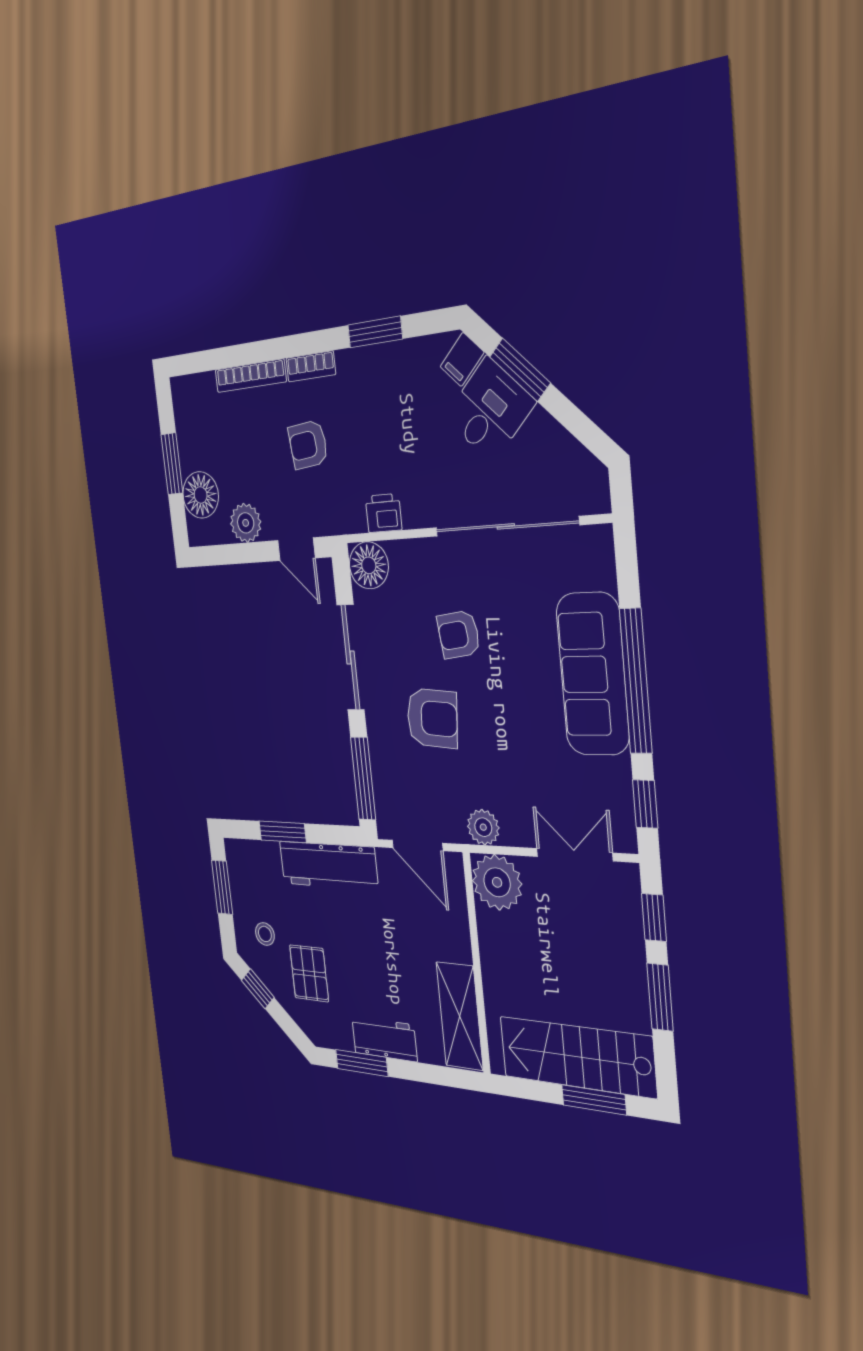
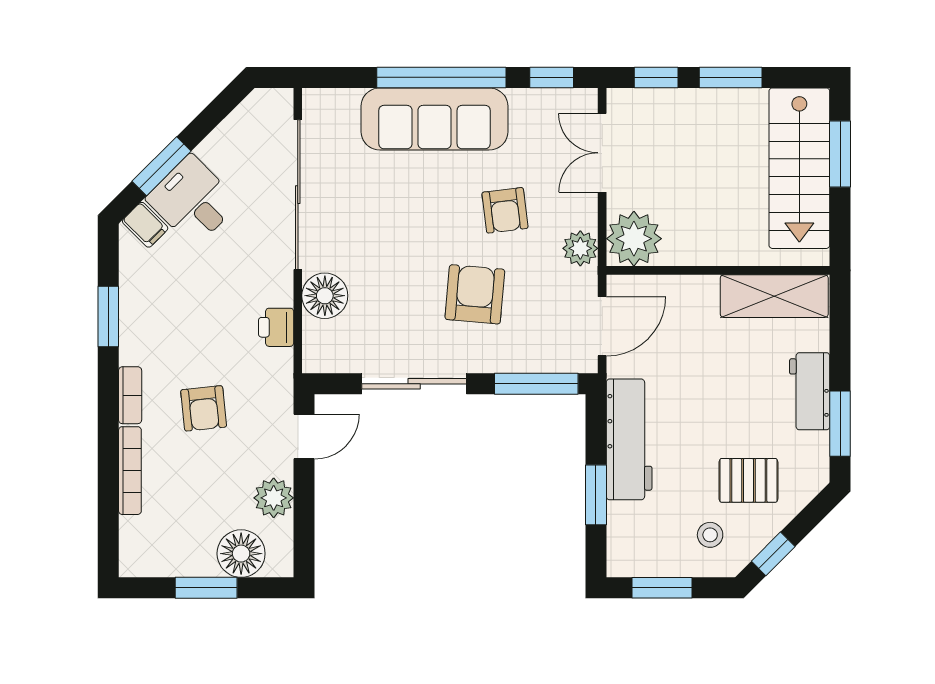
floor lamp: (369, 565) -> (325, 296), moved
armchair: (459, 635) -> (505, 210), moved

